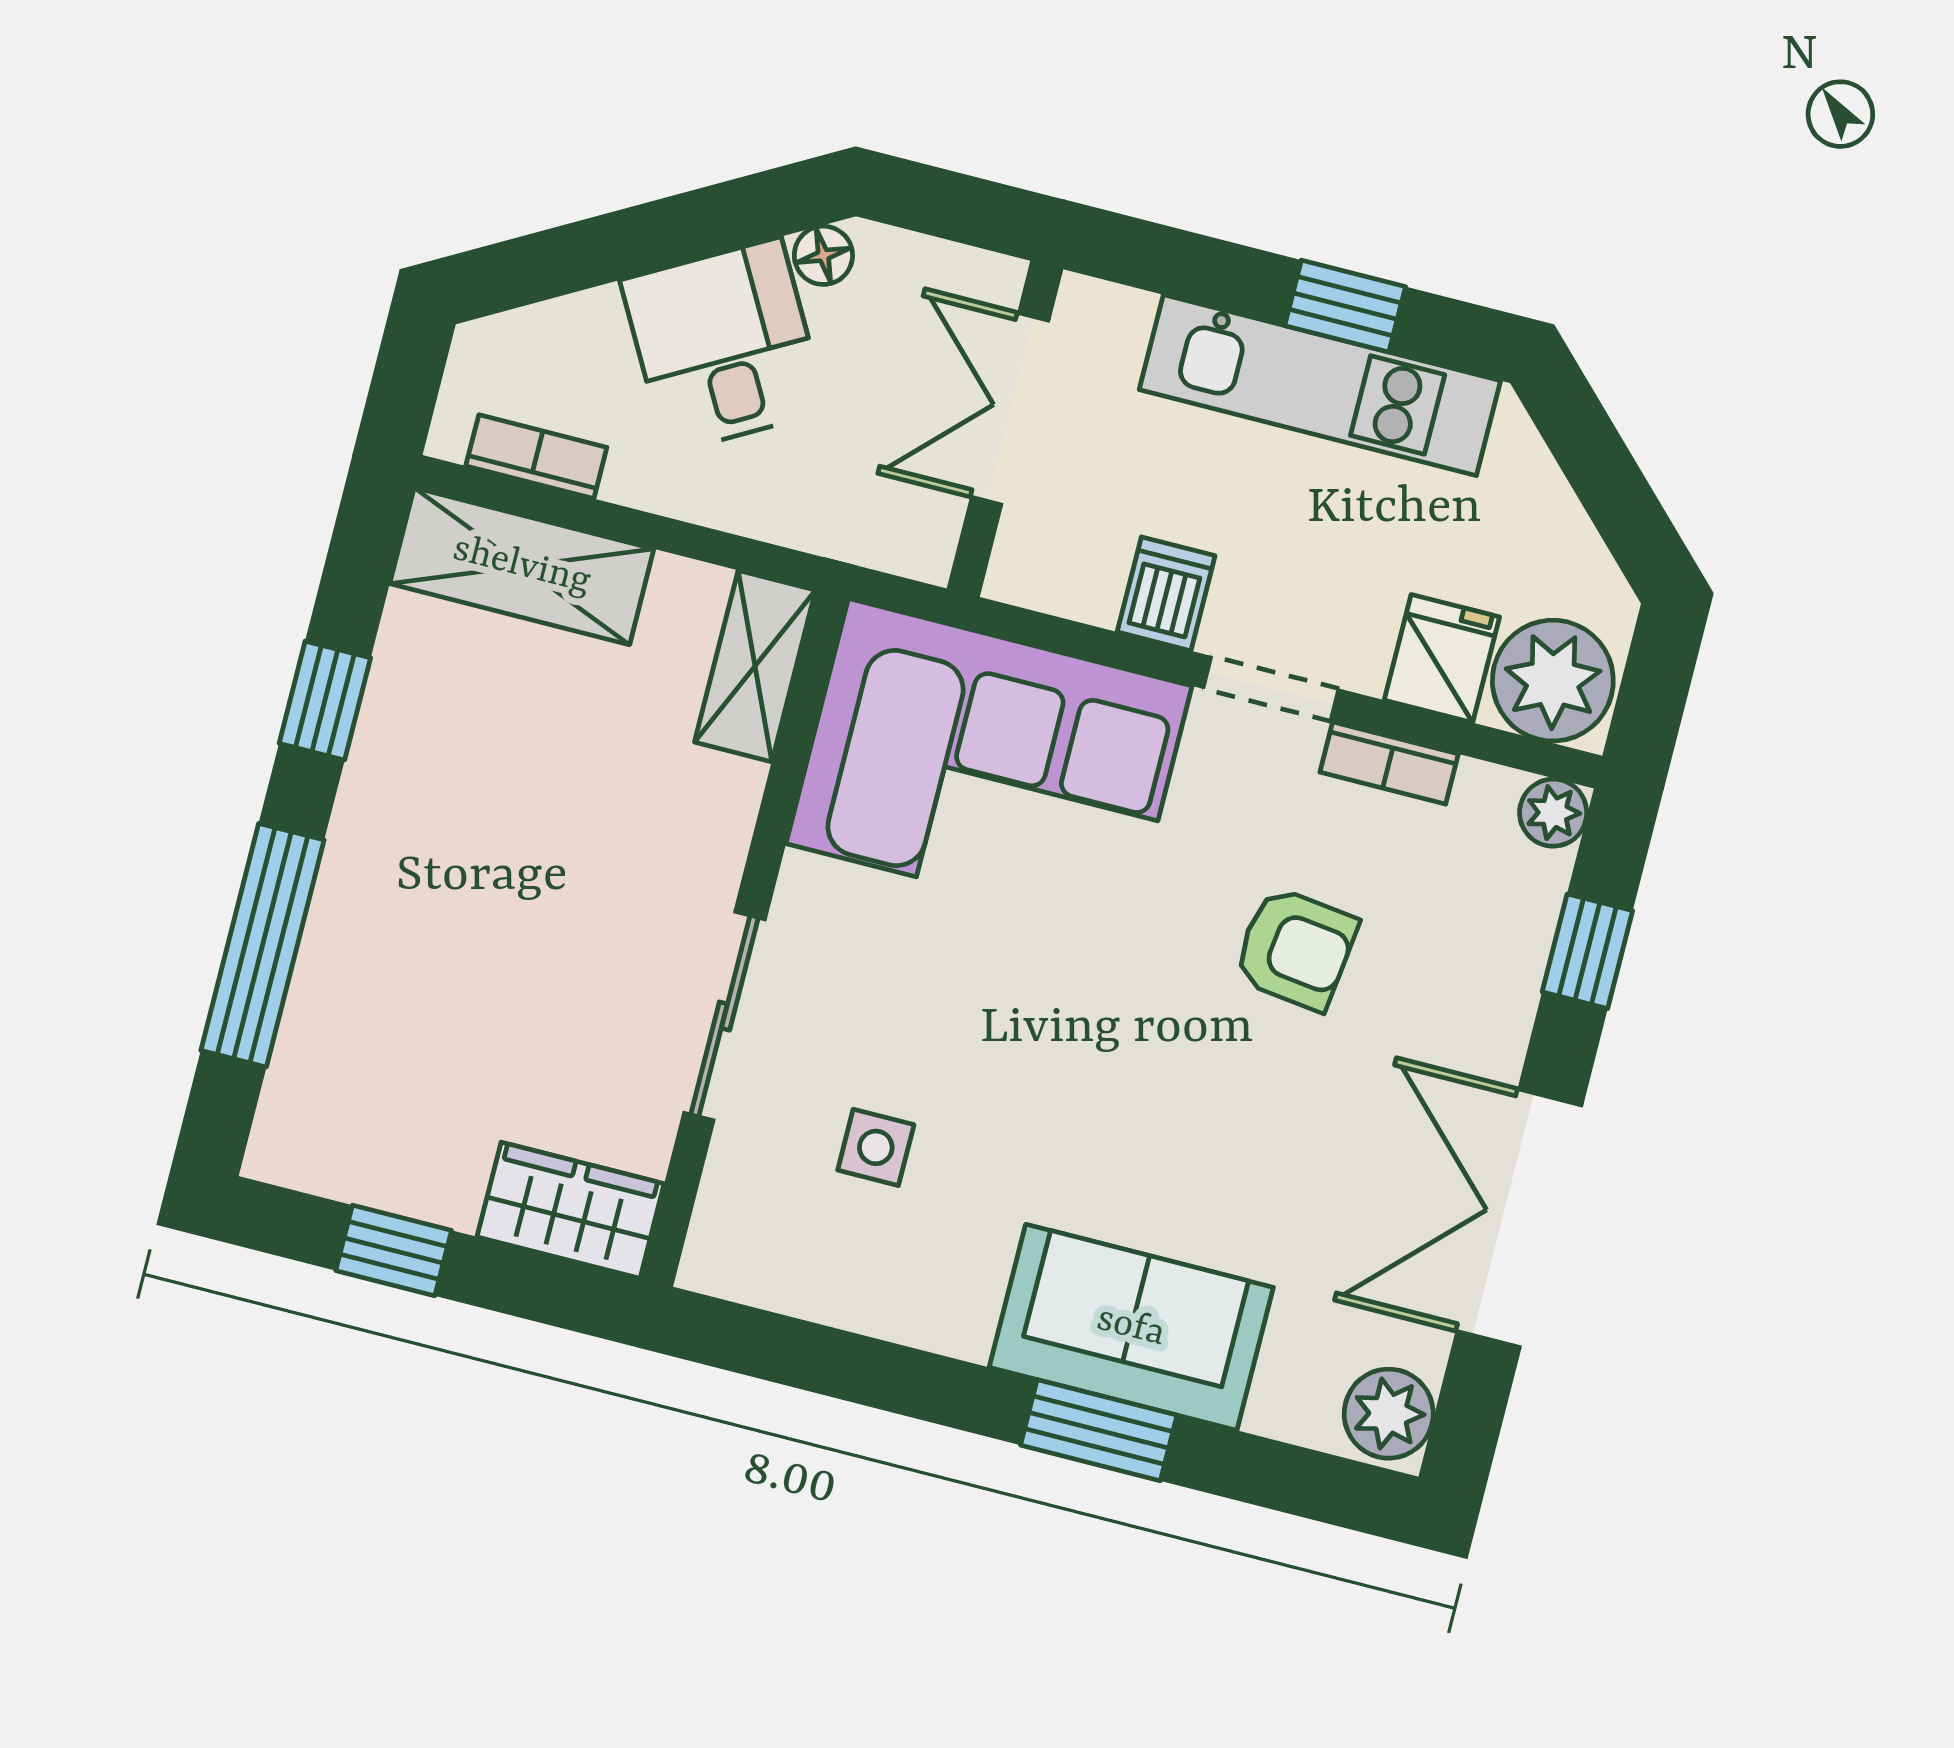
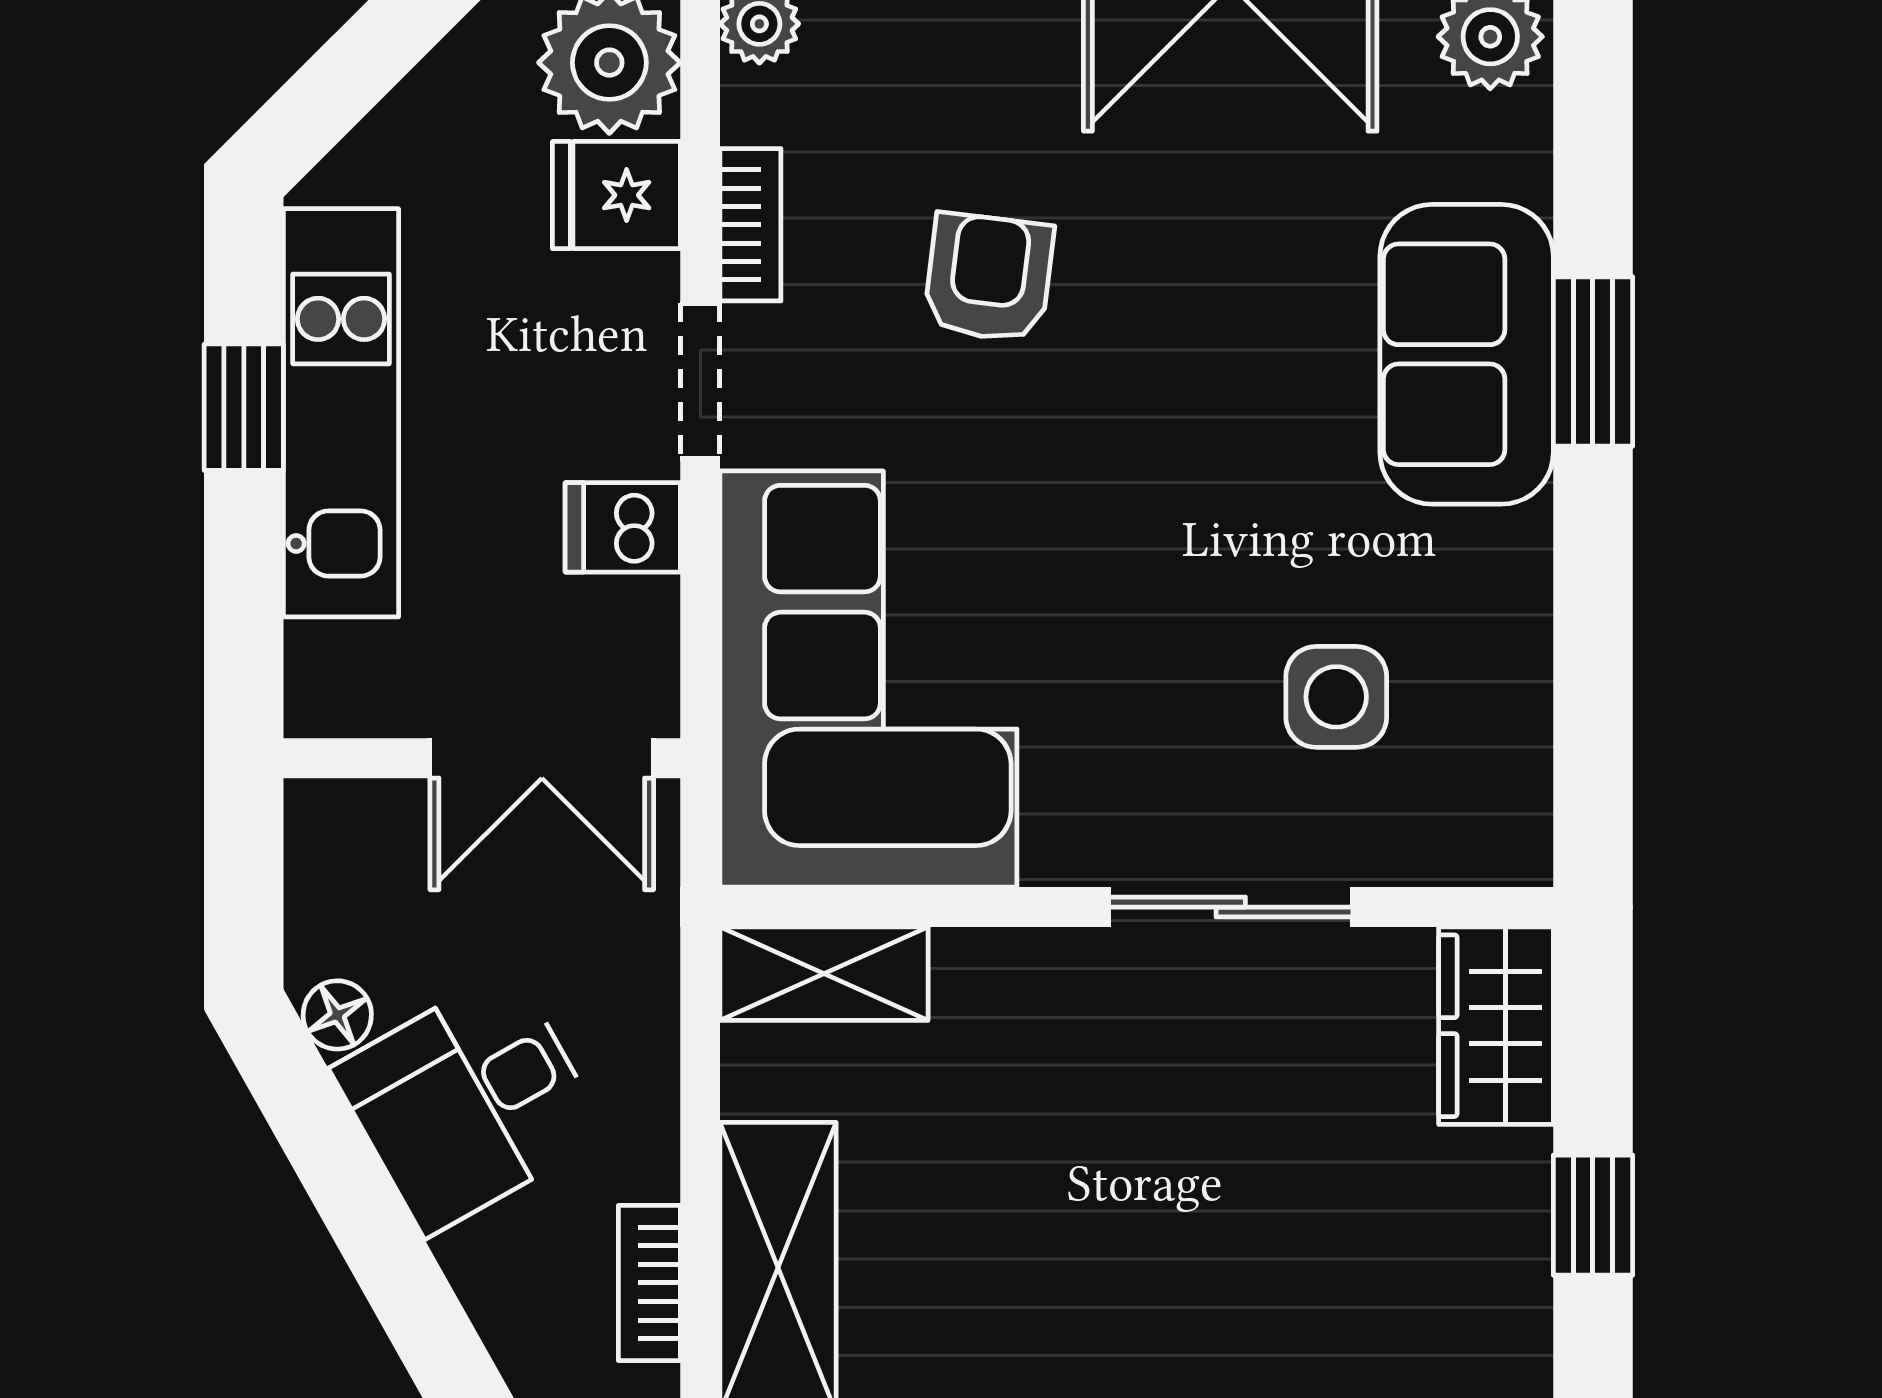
double door: (1010, 409) -> (542, 758), moved
side table: (876, 1147) -> (1336, 697), width x1.37, depth x1.37

